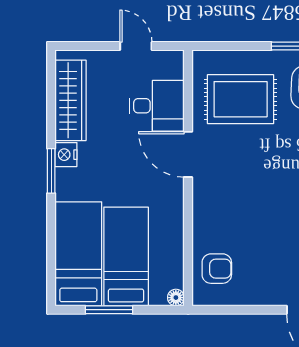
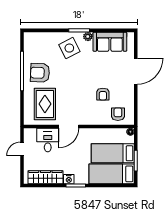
armchair: (263, 234) -> (103, 94), added

